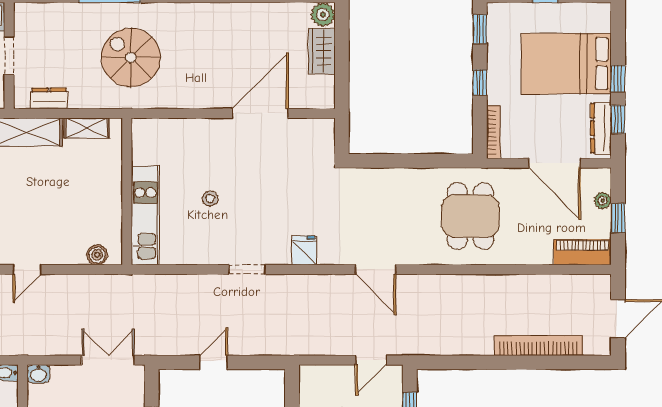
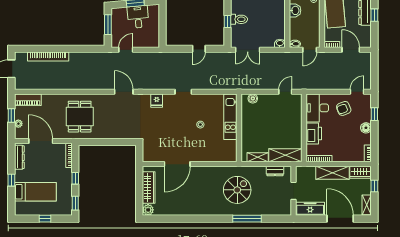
wardrobe: (322, 51) -> (149, 188), width x1.50
spiral stairs: (131, 58) -> (237, 190), turned -90
bed: (566, 64) -> (35, 192), width x0.67
window: (618, 119) -> (11, 161), removed

